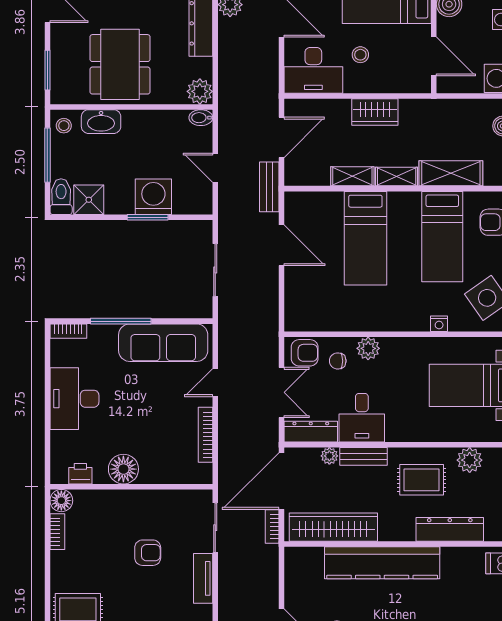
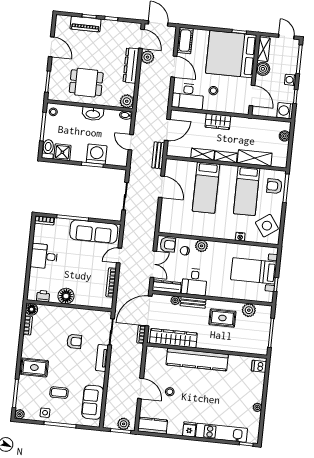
dining table: (120, 64) -> (86, 83), width x0.73
washbasin: (101, 122) -> (93, 114), moved
desk: (74, 399) -> (44, 256), width x0.73
dresser: (450, 529) -> (235, 346), removed

